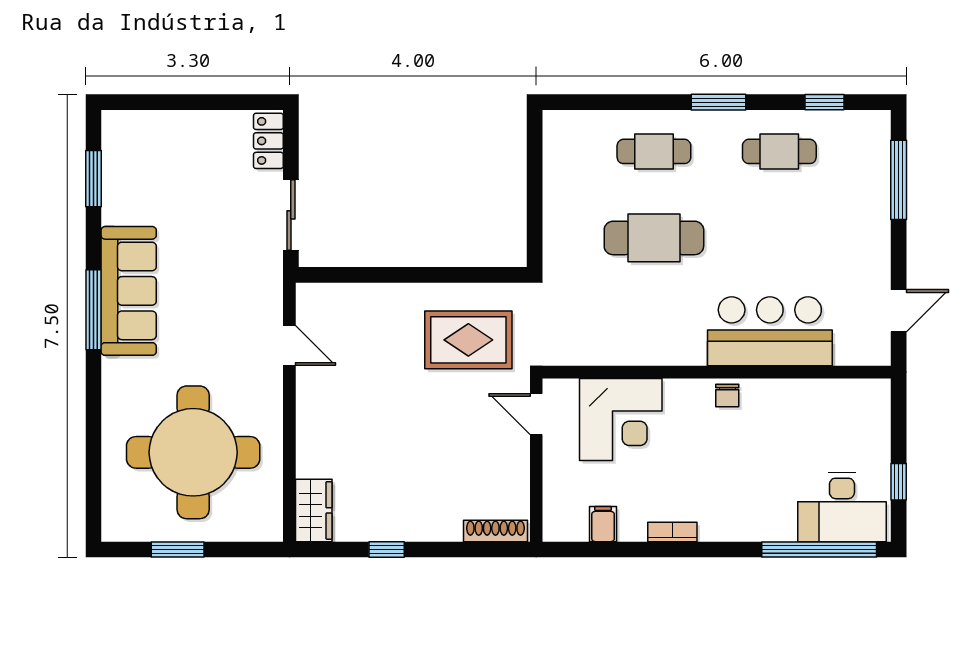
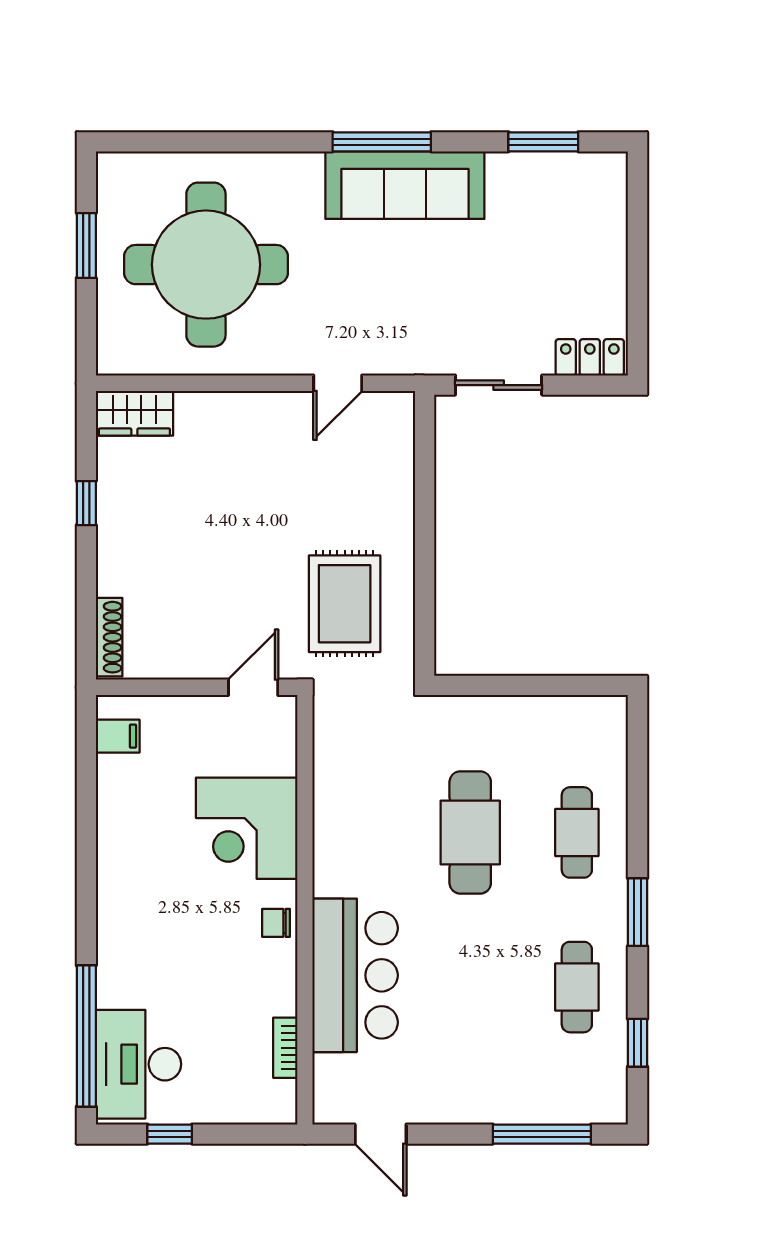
corner desk: (621, 419) -> (247, 828), moved
filing cabinet: (603, 524) -> (118, 736), moved
bookcase: (672, 532) -> (285, 1048), moved, turned 180

